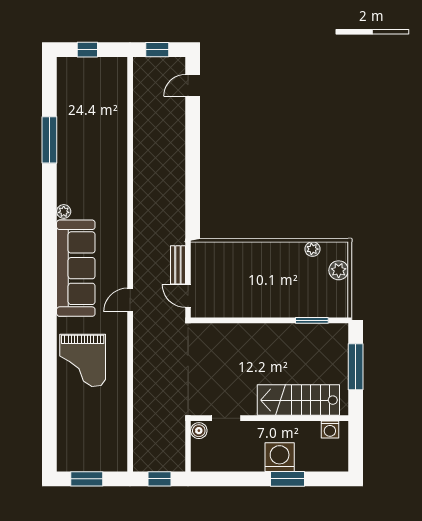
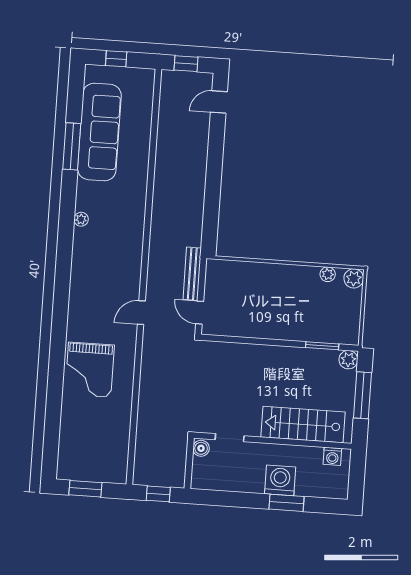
bench: (178, 265) -> (192, 274), width x1.36
sofa: (76, 268) -> (99, 132), moved
plant: (339, 270) -> (354, 278), moved
plant: (339, 332) -> (348, 360), added

